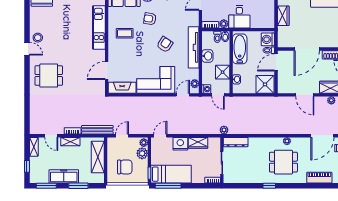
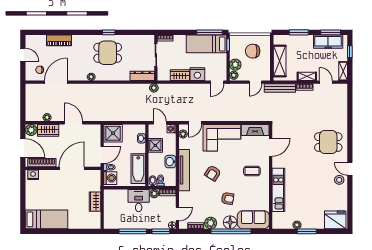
coffee table: (125, 33) -> (252, 171), moved
dining table: (283, 162) -> (108, 53), moved
freezer: (64, 176) -> (328, 42), moved

